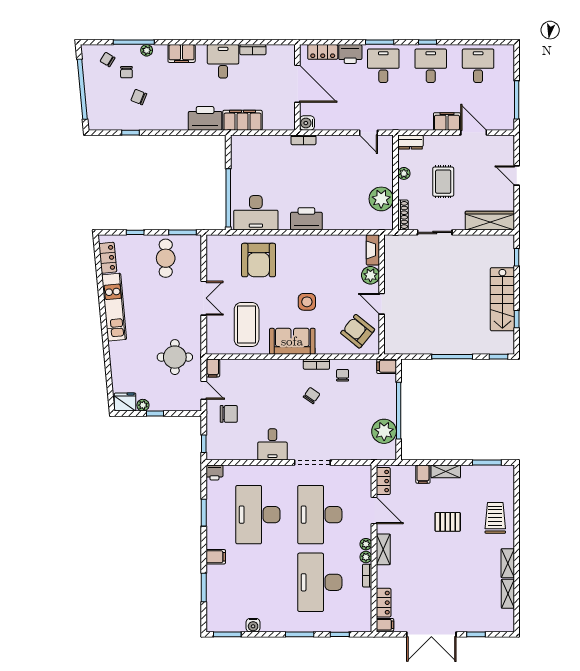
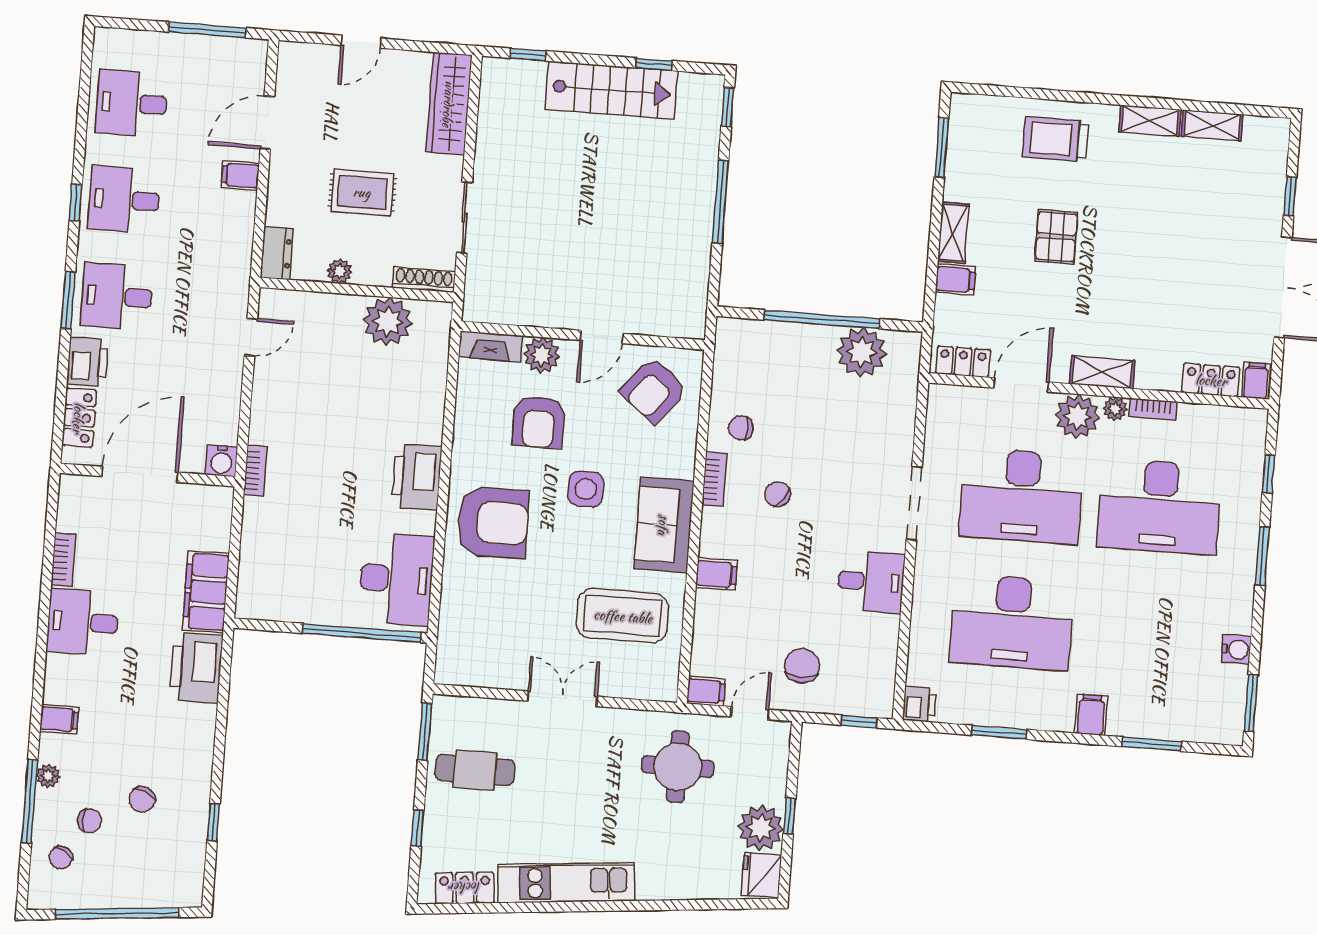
filing cabinet: (182, 53) -> (59, 719), width x0.50
filing cabinet: (447, 121) -> (240, 175), width x0.50
armchair: (259, 260) -> (493, 522), moved
armchair: (338, 276) -> (539, 422), added
filing cabinet: (387, 366) -> (716, 574), moved, turned -90
plant: (143, 405) -> (761, 828), width x1.88, depth x1.88
plant: (366, 544) -> (1078, 416), width x1.88, depth x1.88

